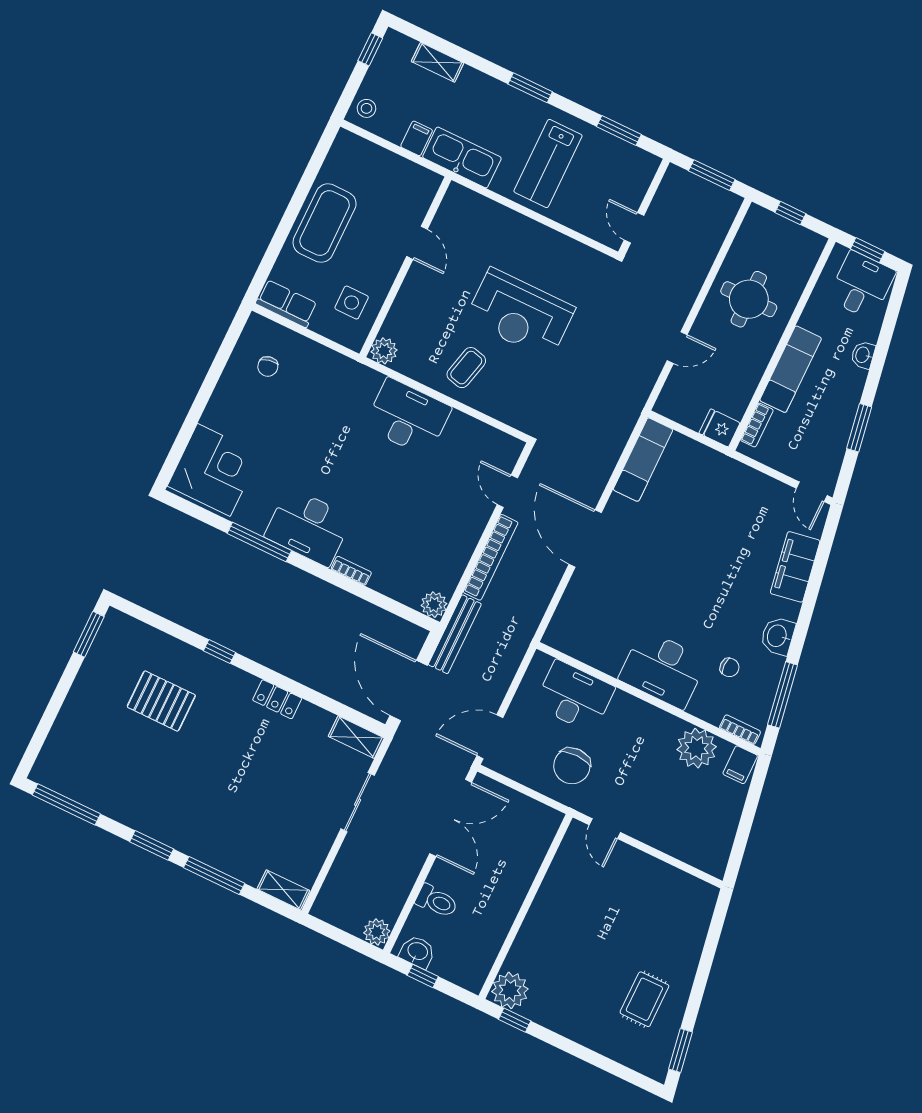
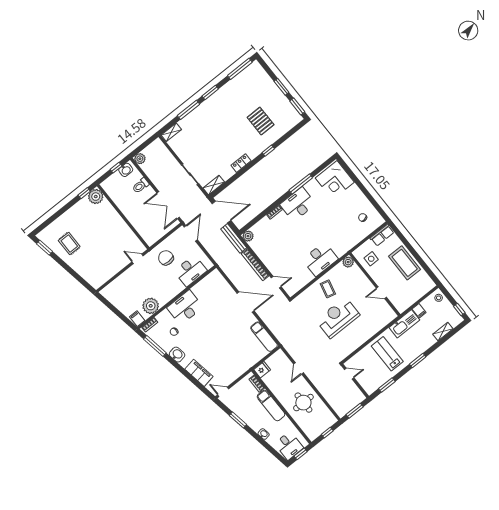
window: (61, 691) -> (281, 87), added
pallet: (161, 701) -> (261, 121), turned 90

